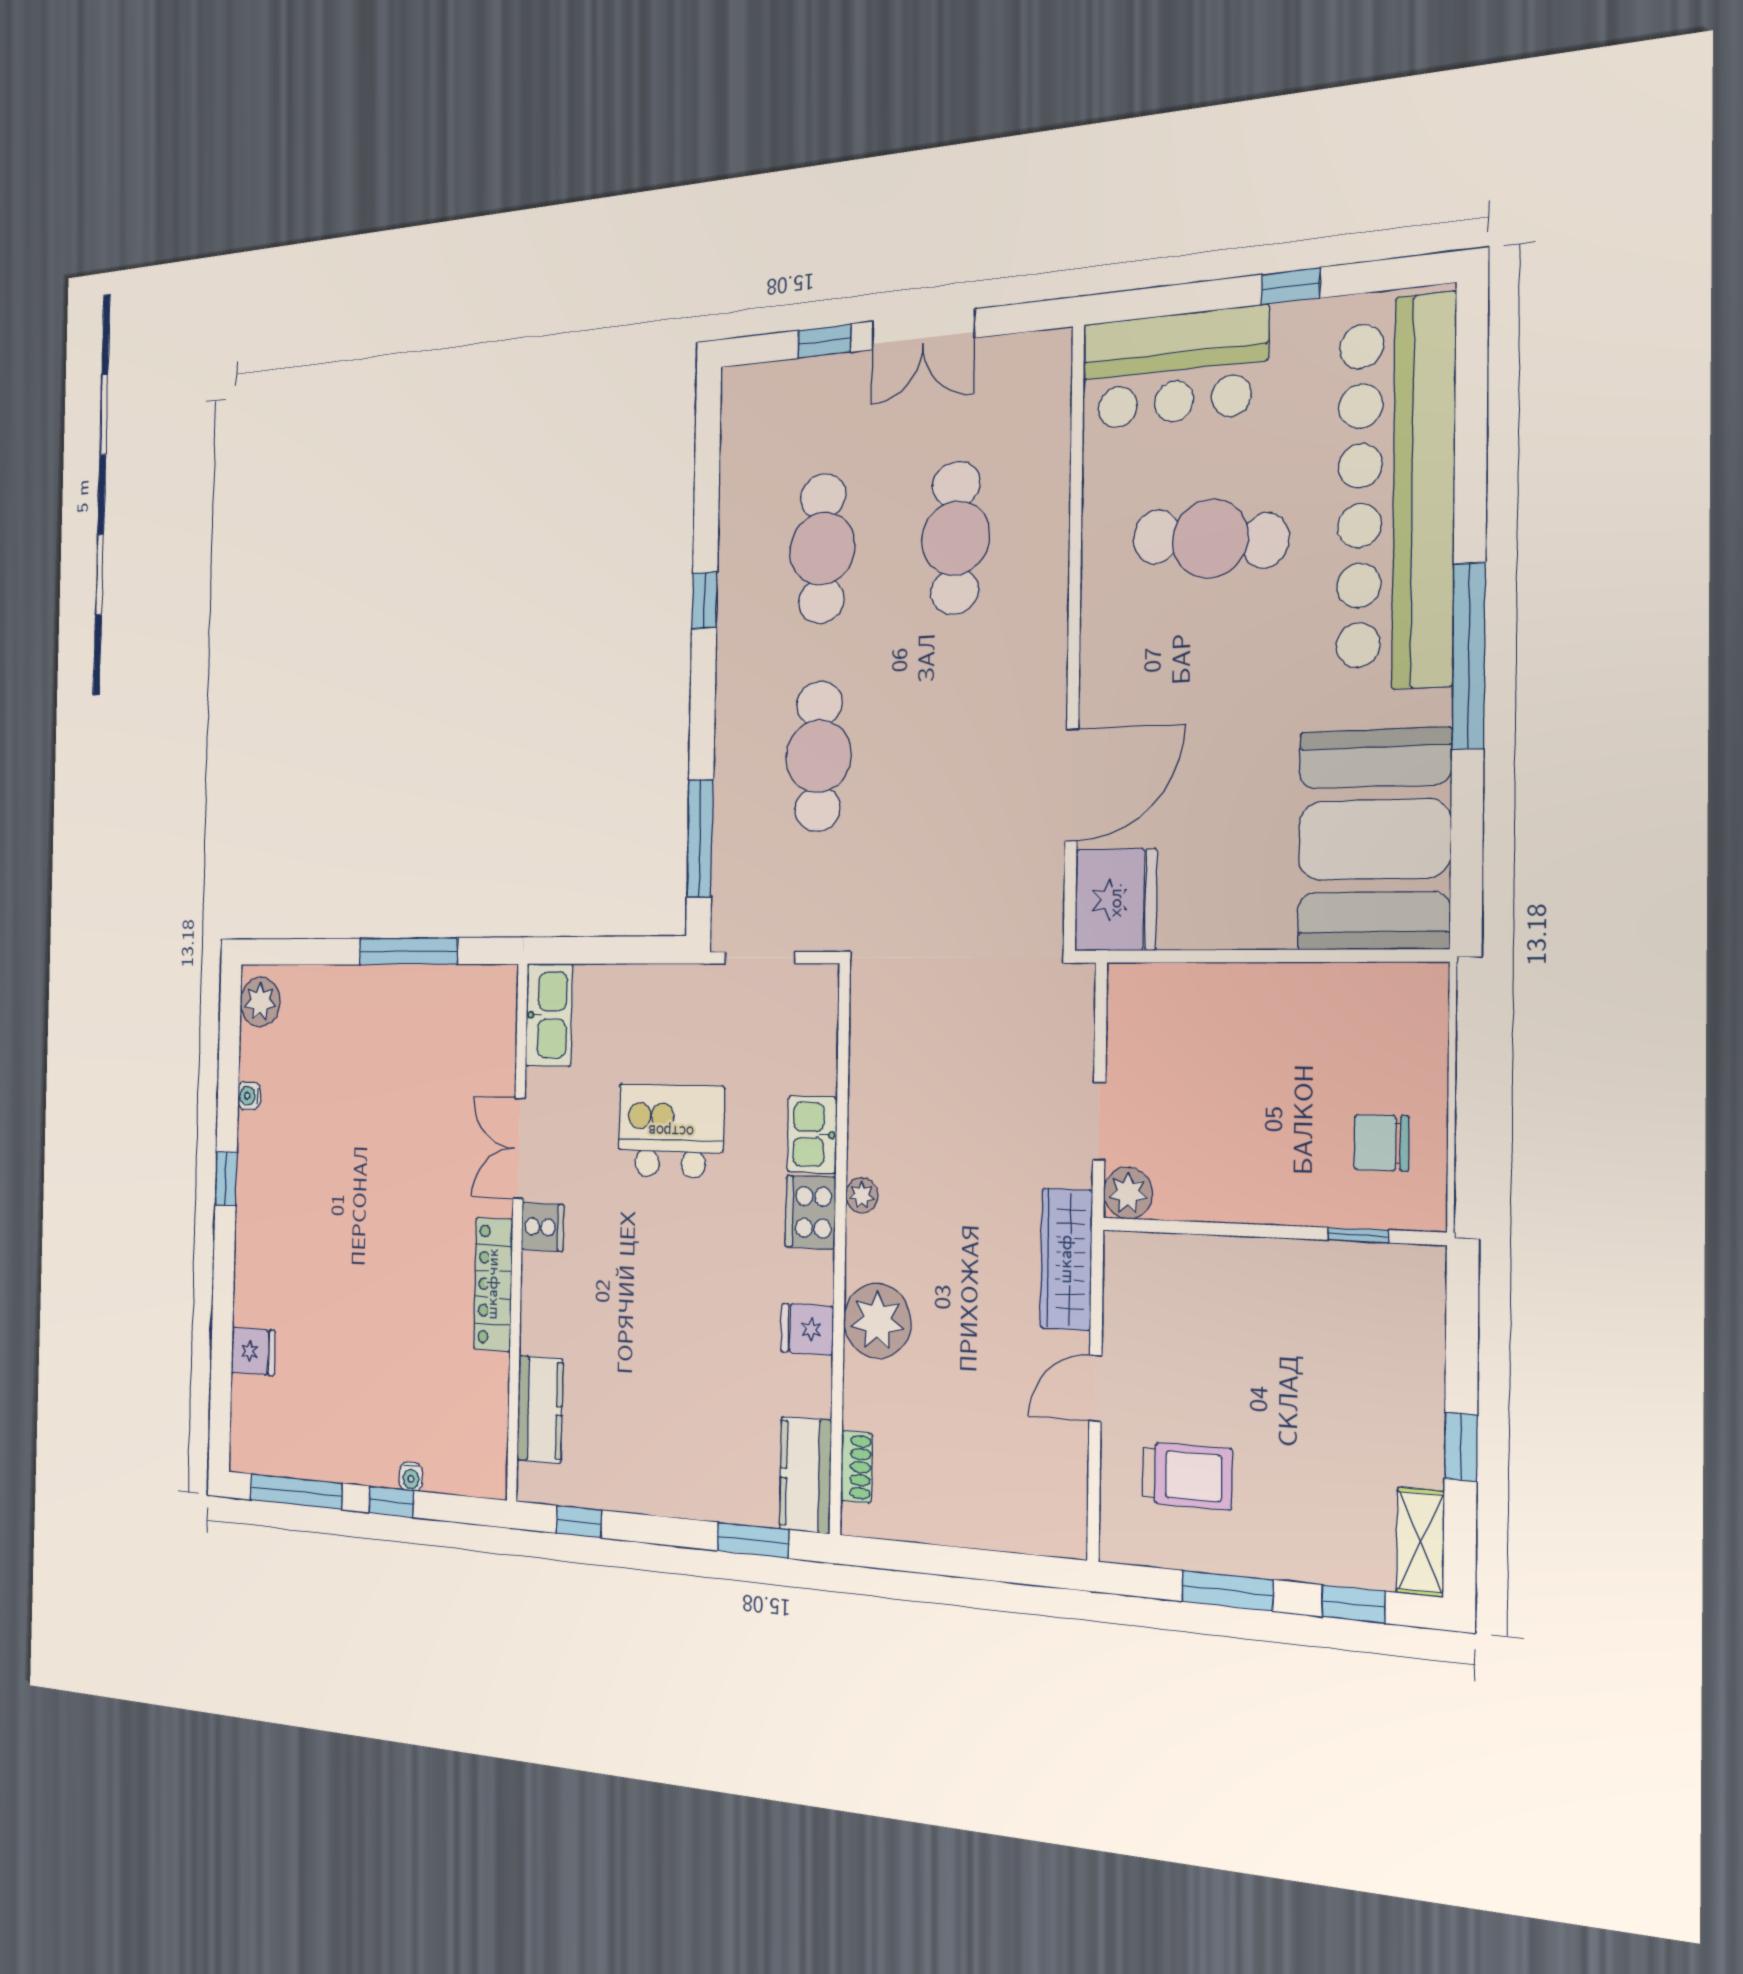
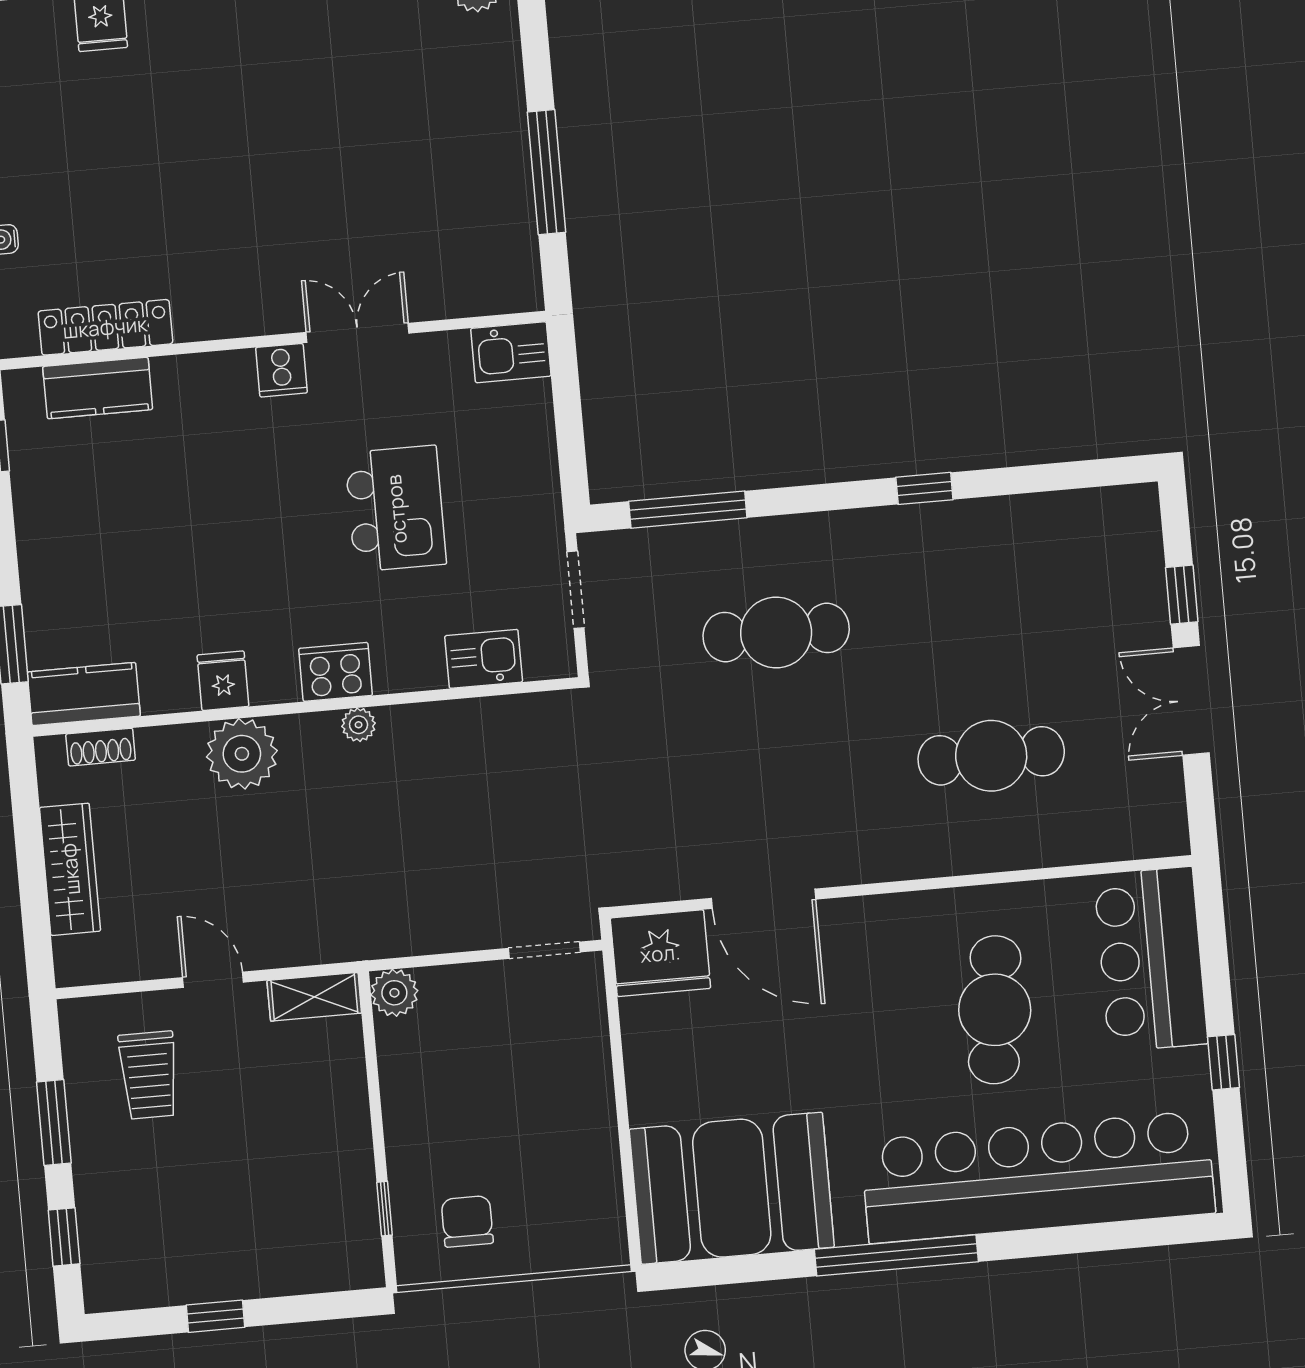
cafe table: (822, 549) -> (979, 614), removed
kitchen sink: (549, 1015) -> (511, 352), width x0.73
doorway: (1099, 1121) -> (544, 950), moved
kitchen sink: (812, 1135) -> (484, 659), moved
wardrobe: (1066, 1259) -> (70, 869), moved, turned 90
locker: (493, 1284) -> (105, 327), moved
shelving: (1420, 1542) -> (314, 997), moved

